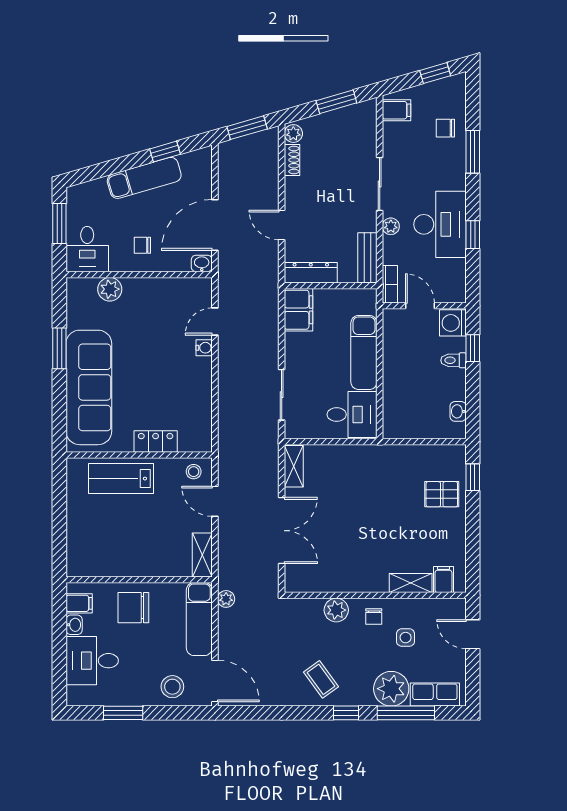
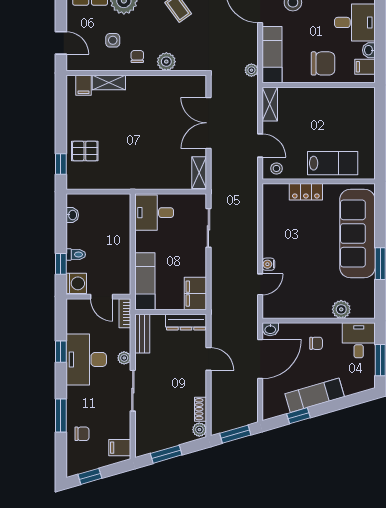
exam couch: (364, 352) -> (145, 281), moved

